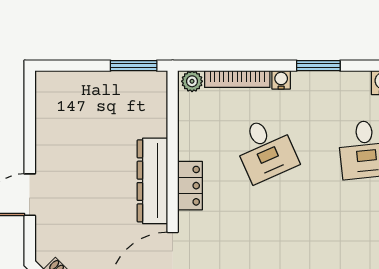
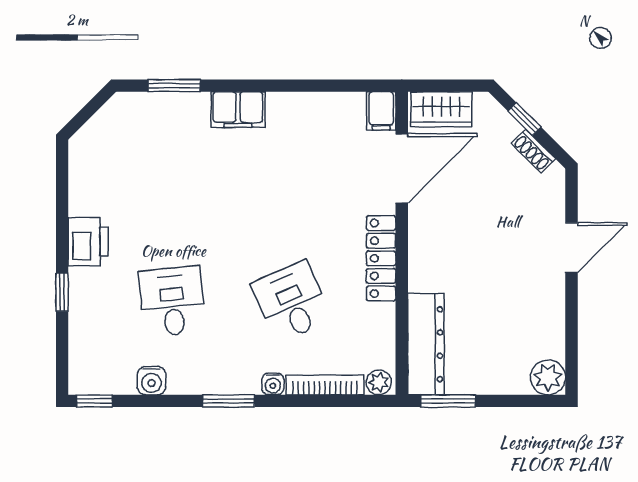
plant: (50, 85) -> (548, 377), added
dresser: (152, 181) -> (426, 344), moved
locker: (190, 186) -> (381, 258), width x1.53

